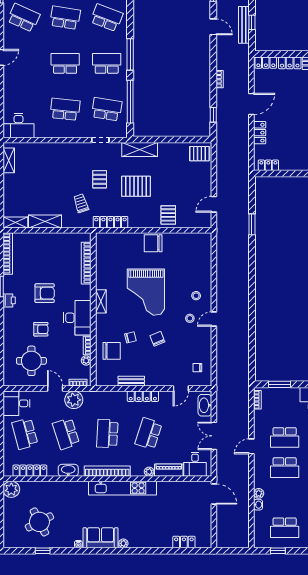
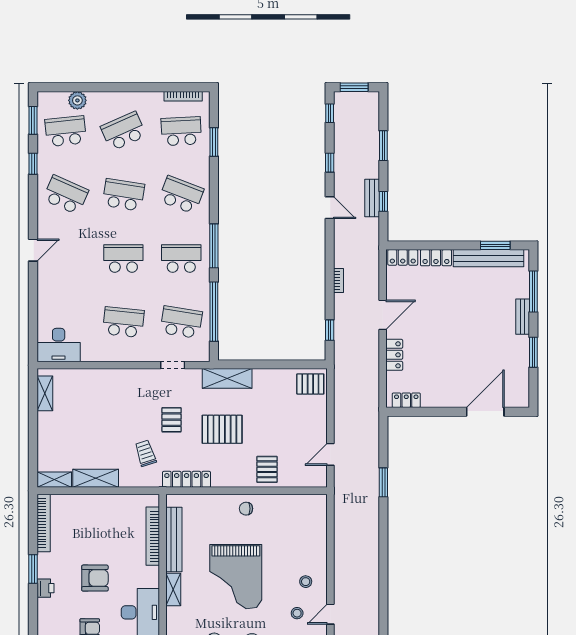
bench: (244, 25) -> (372, 198), width x0.73
chair: (153, 243) -> (246, 509), width x0.54, depth x0.54
bench: (101, 265) -> (174, 539), added

